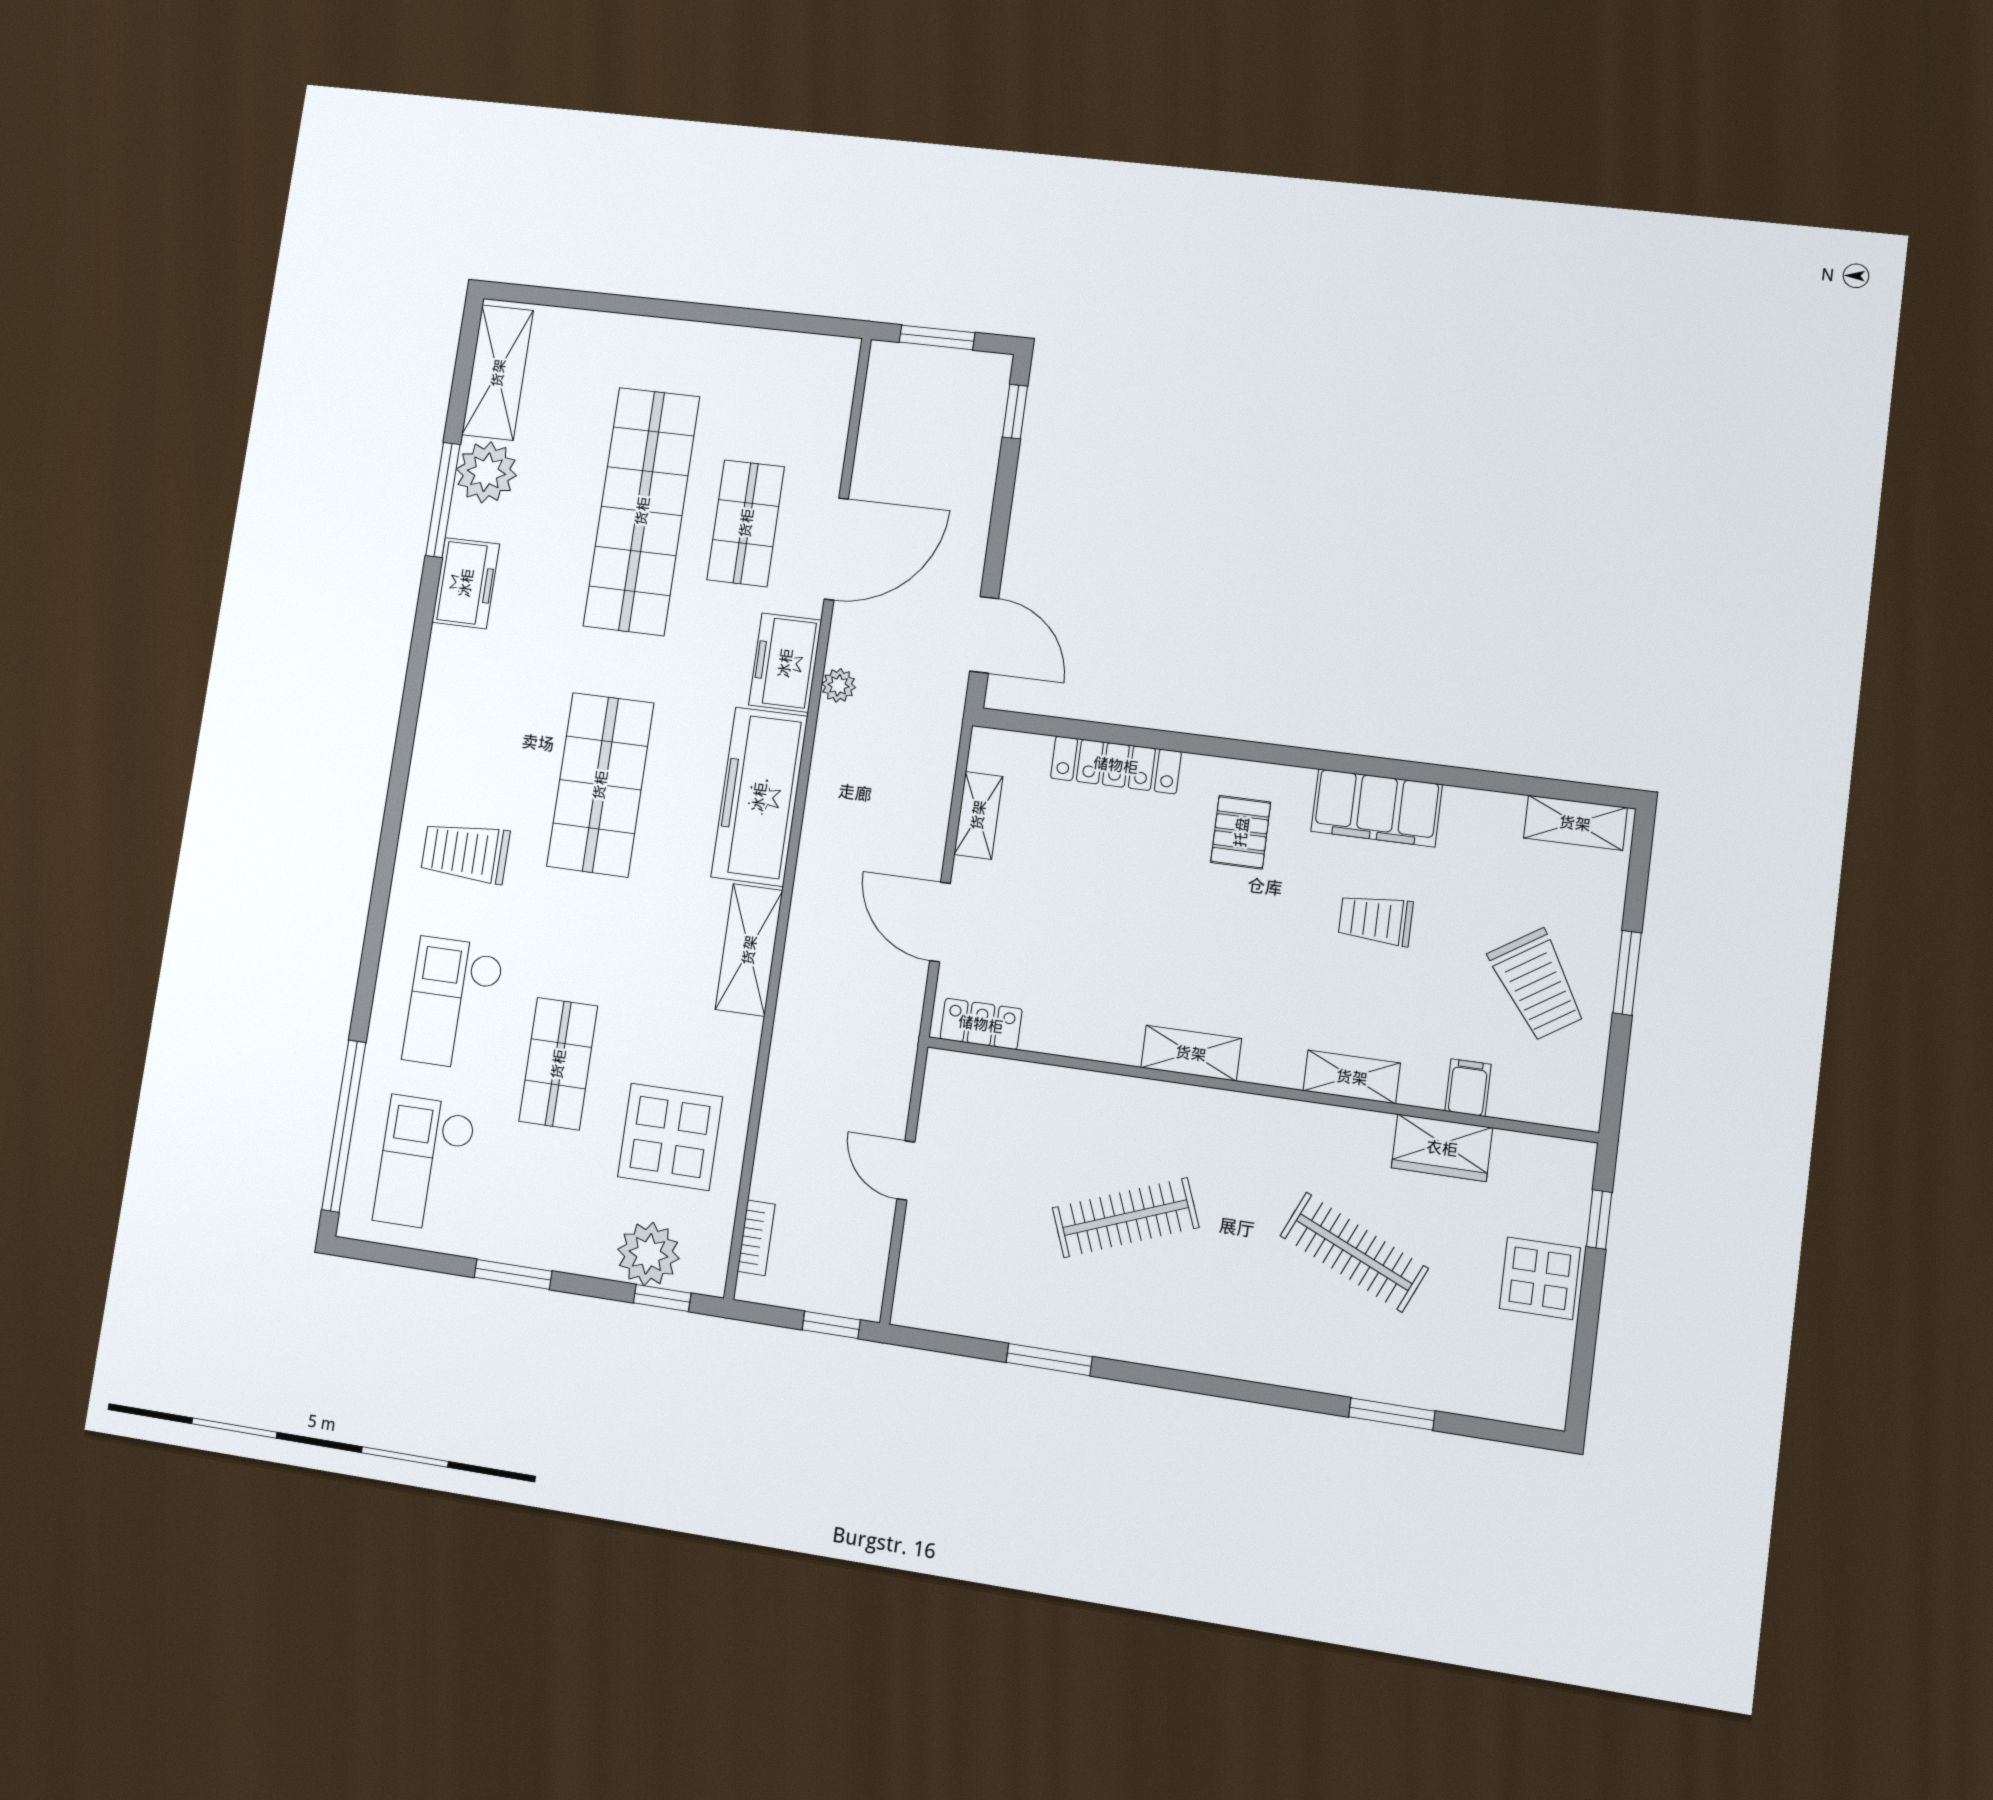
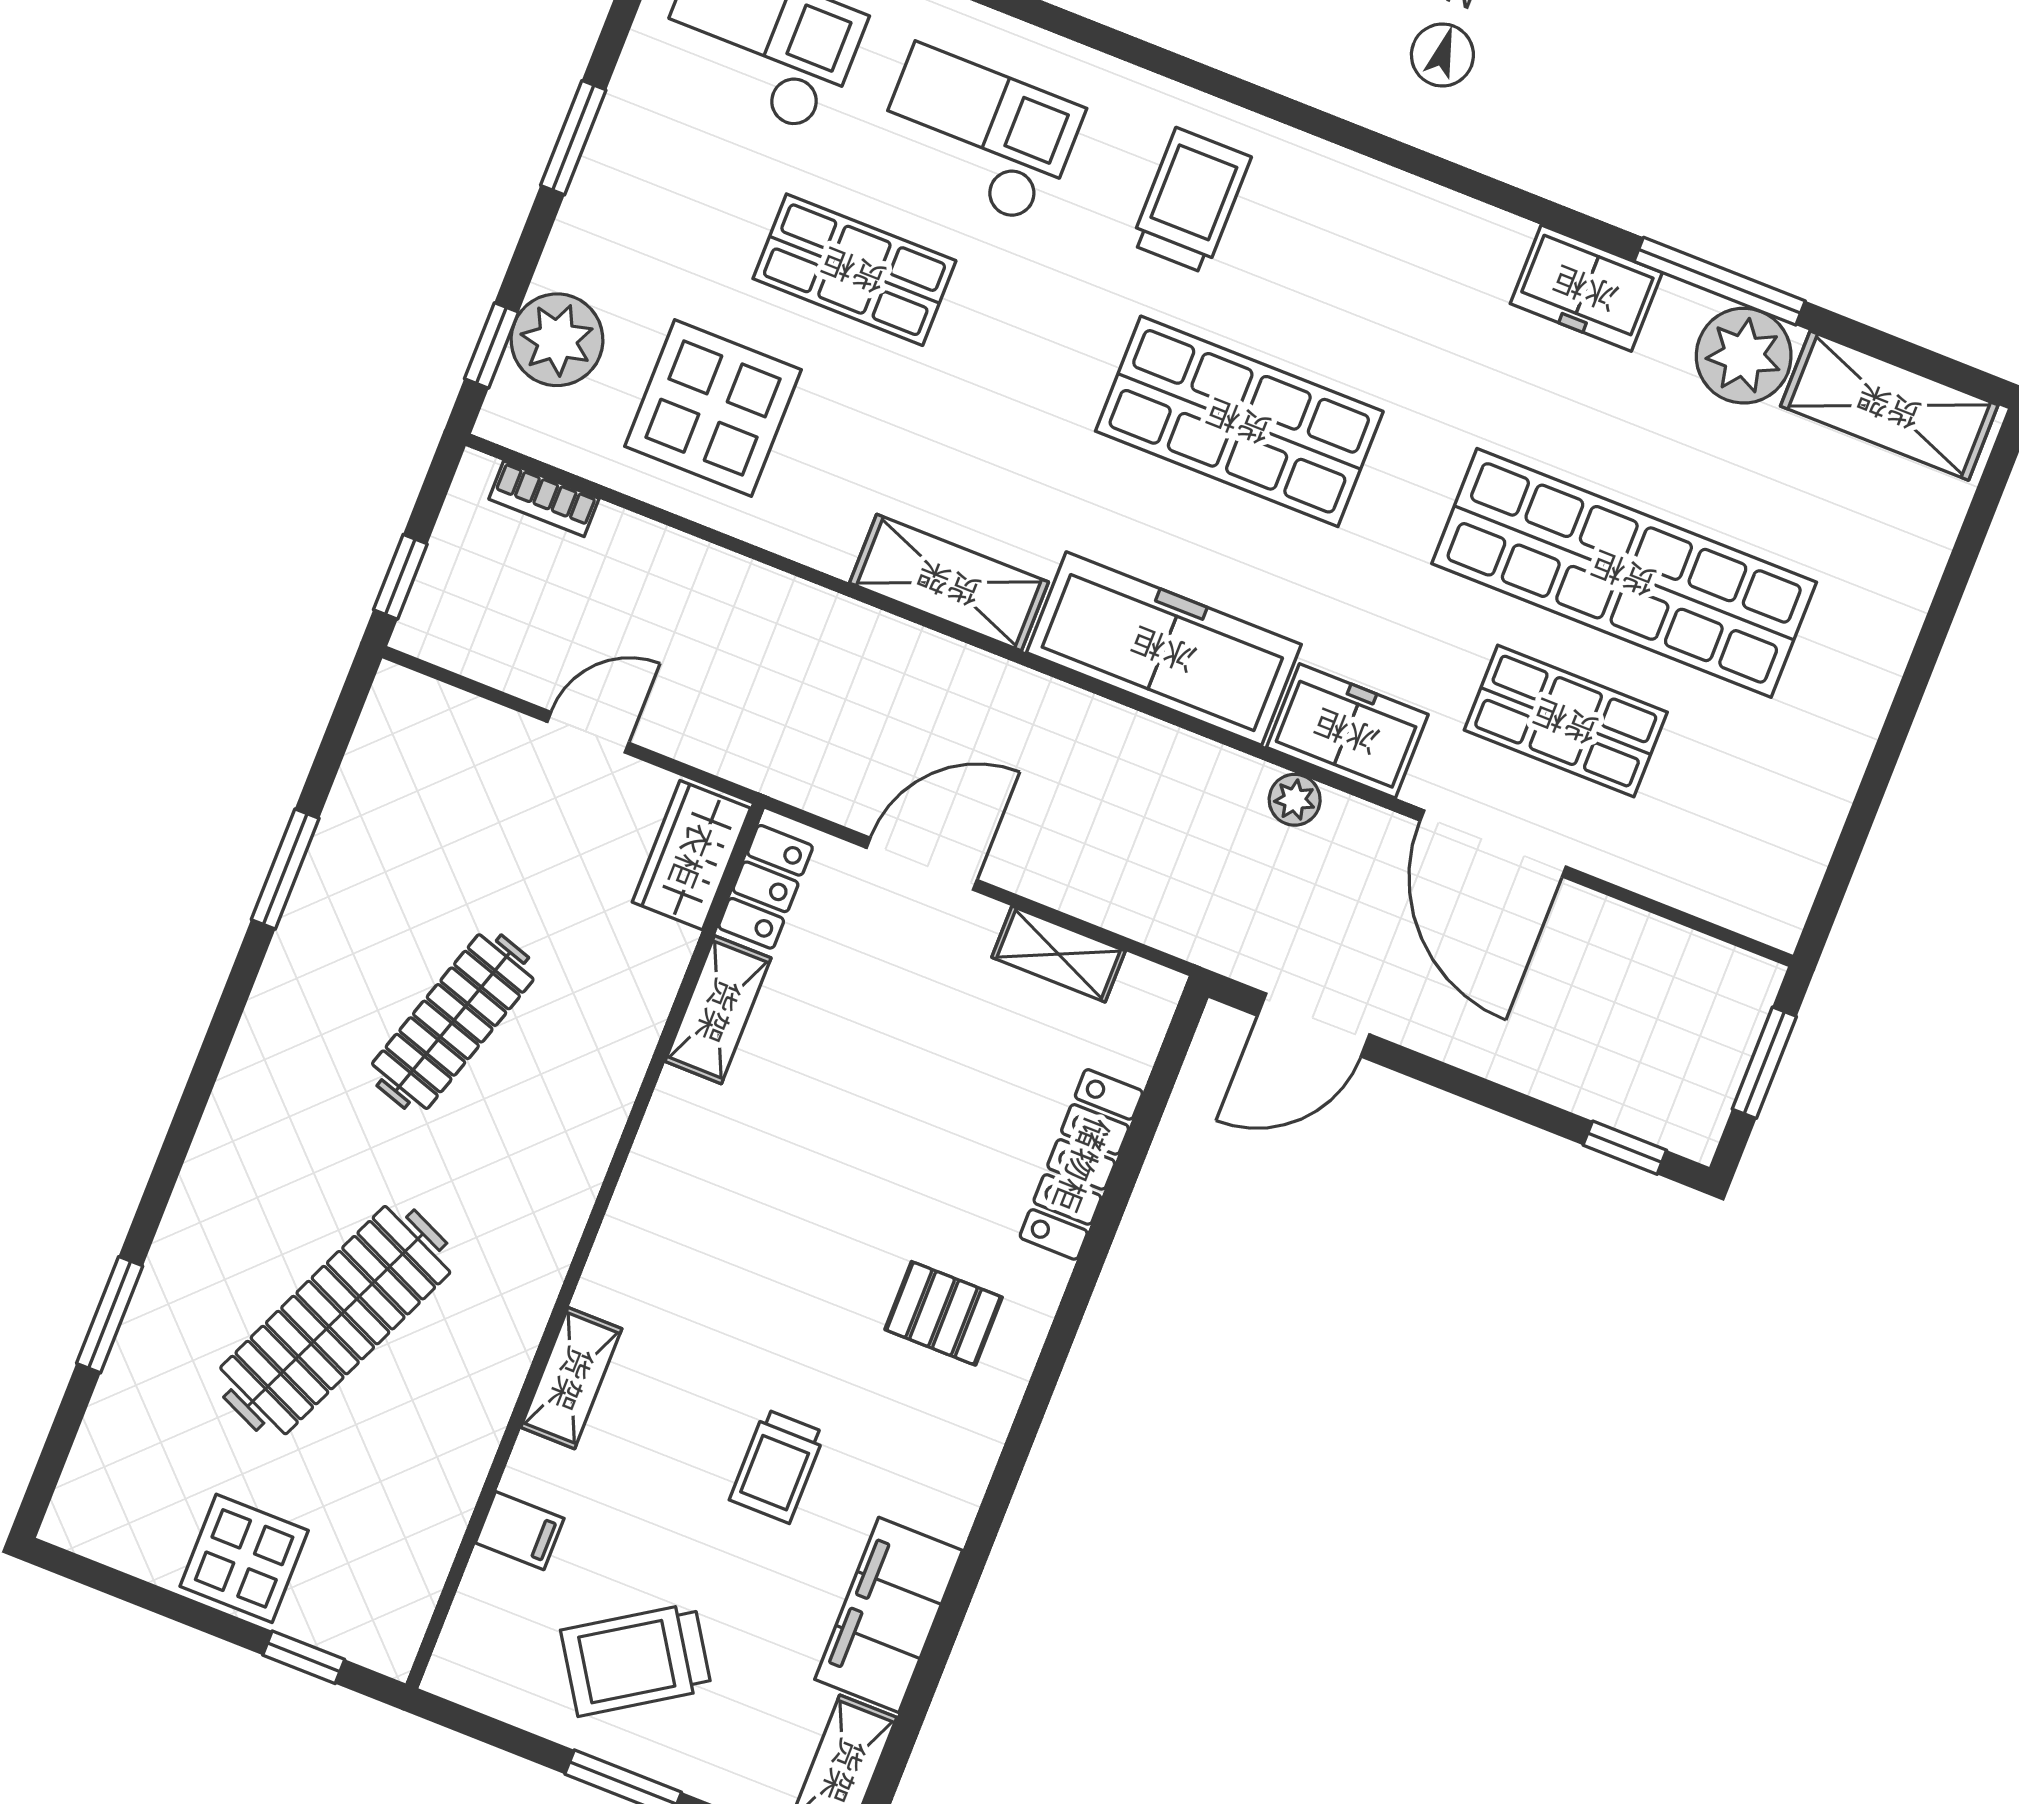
filing cabinet: (1377, 808) -> (889, 1615), moved
trolley: (1376, 920) -> (777, 1466), turned 180
shelving: (1191, 1053) -> (718, 1010), moved
wardrobe: (1442, 1148) -> (691, 855), moved
clothes rail: (1126, 1218) -> (453, 1022), turned 39
clothes rail: (1354, 1252) -> (335, 1320), width x1.37, depth x1.31

